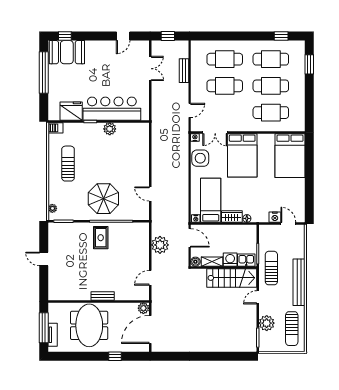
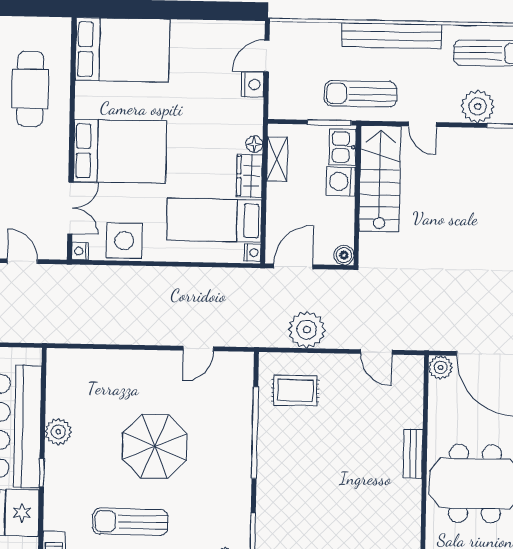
parasol: (103, 199) -> (155, 446), moved
rug: (101, 238) -> (295, 391), moved
shelving: (212, 262) -> (277, 159), moved

